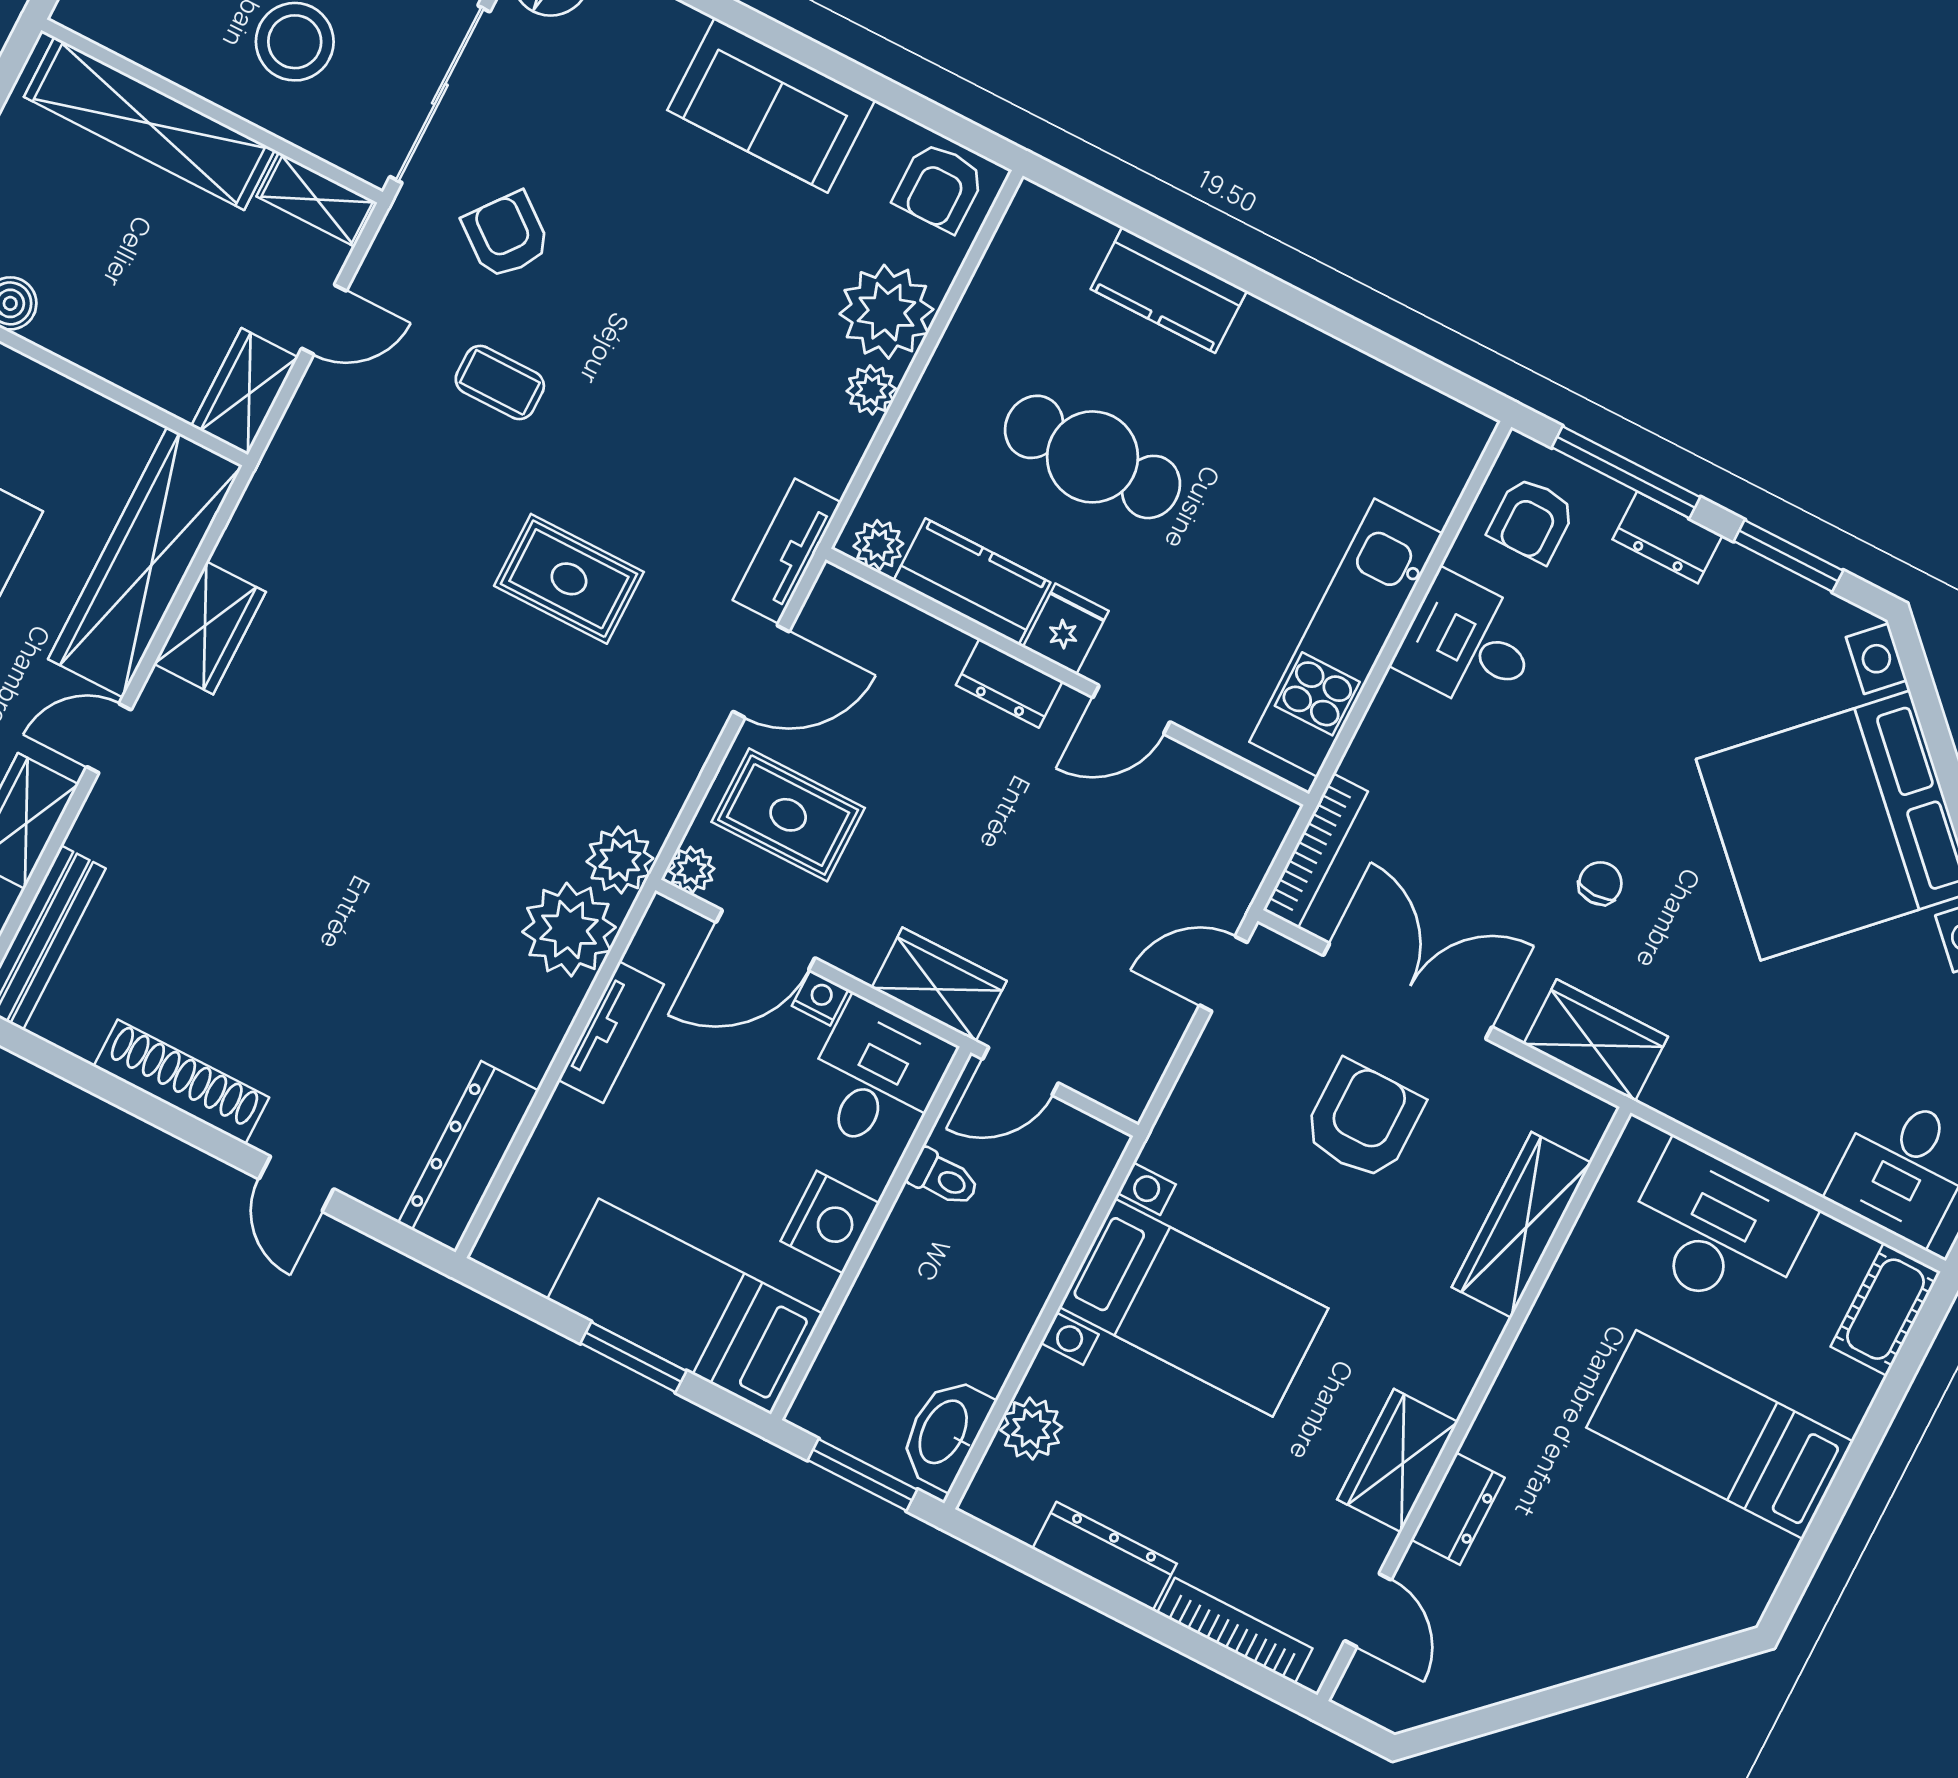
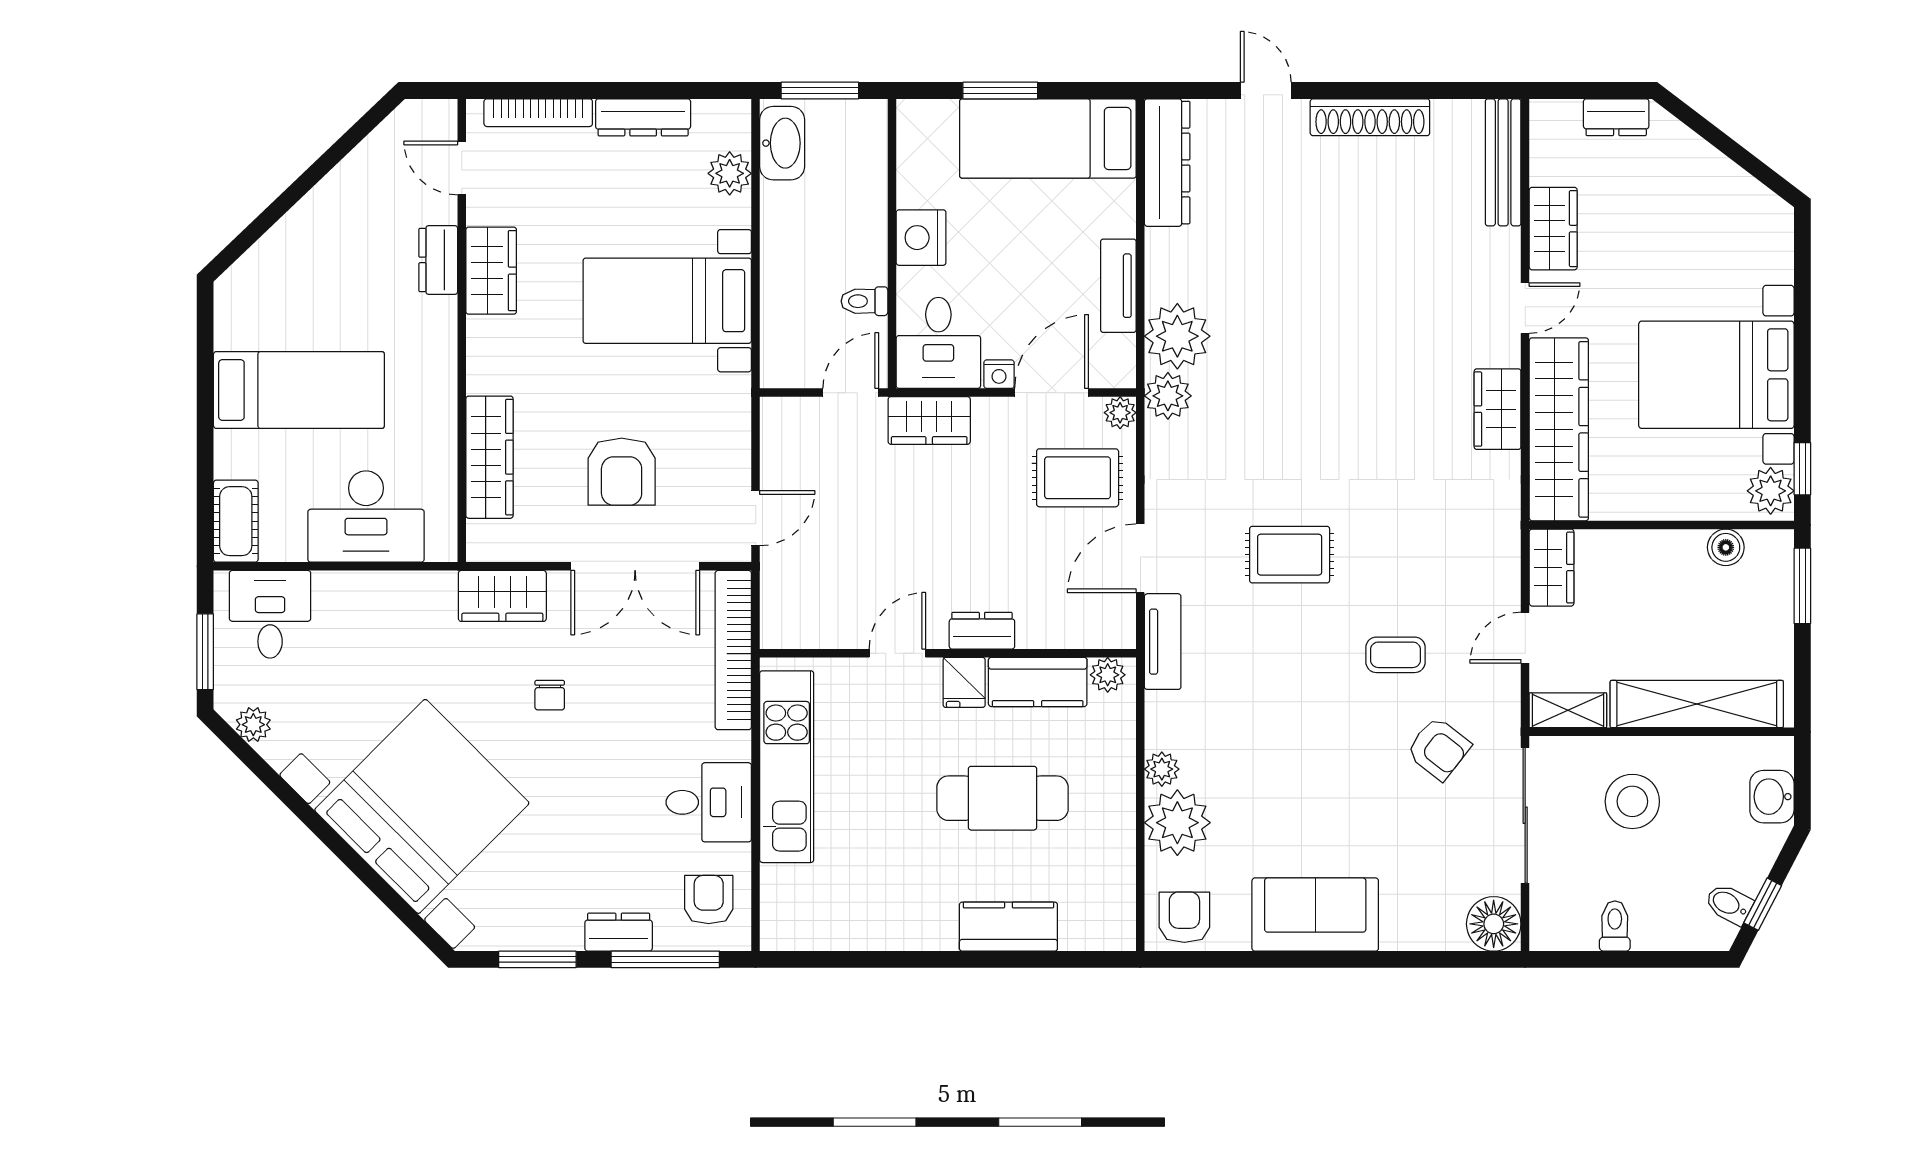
bookcase: (1315, 851) -> (733, 650), width x1.48, depth x1.31
bed: (685, 1306) -> (1048, 138), moved, turned 180

